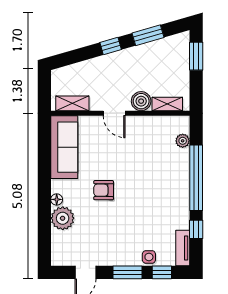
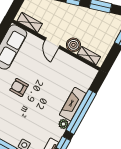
plant: (183, 141) -> (63, 124), moved
fireplace: (180, 174) -> (73, 104), added

